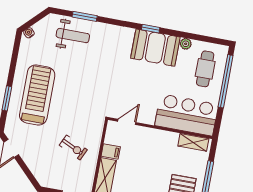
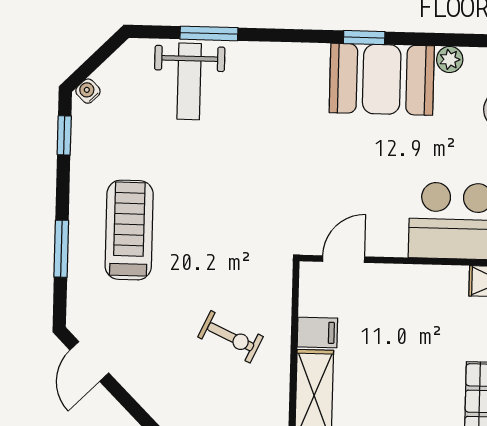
weight bench: (73, 36) -> (189, 81), turned 90
window: (16, 50) -> (64, 135), added
treadmill: (37, 95) -> (129, 230), width x0.73, depth x0.73

